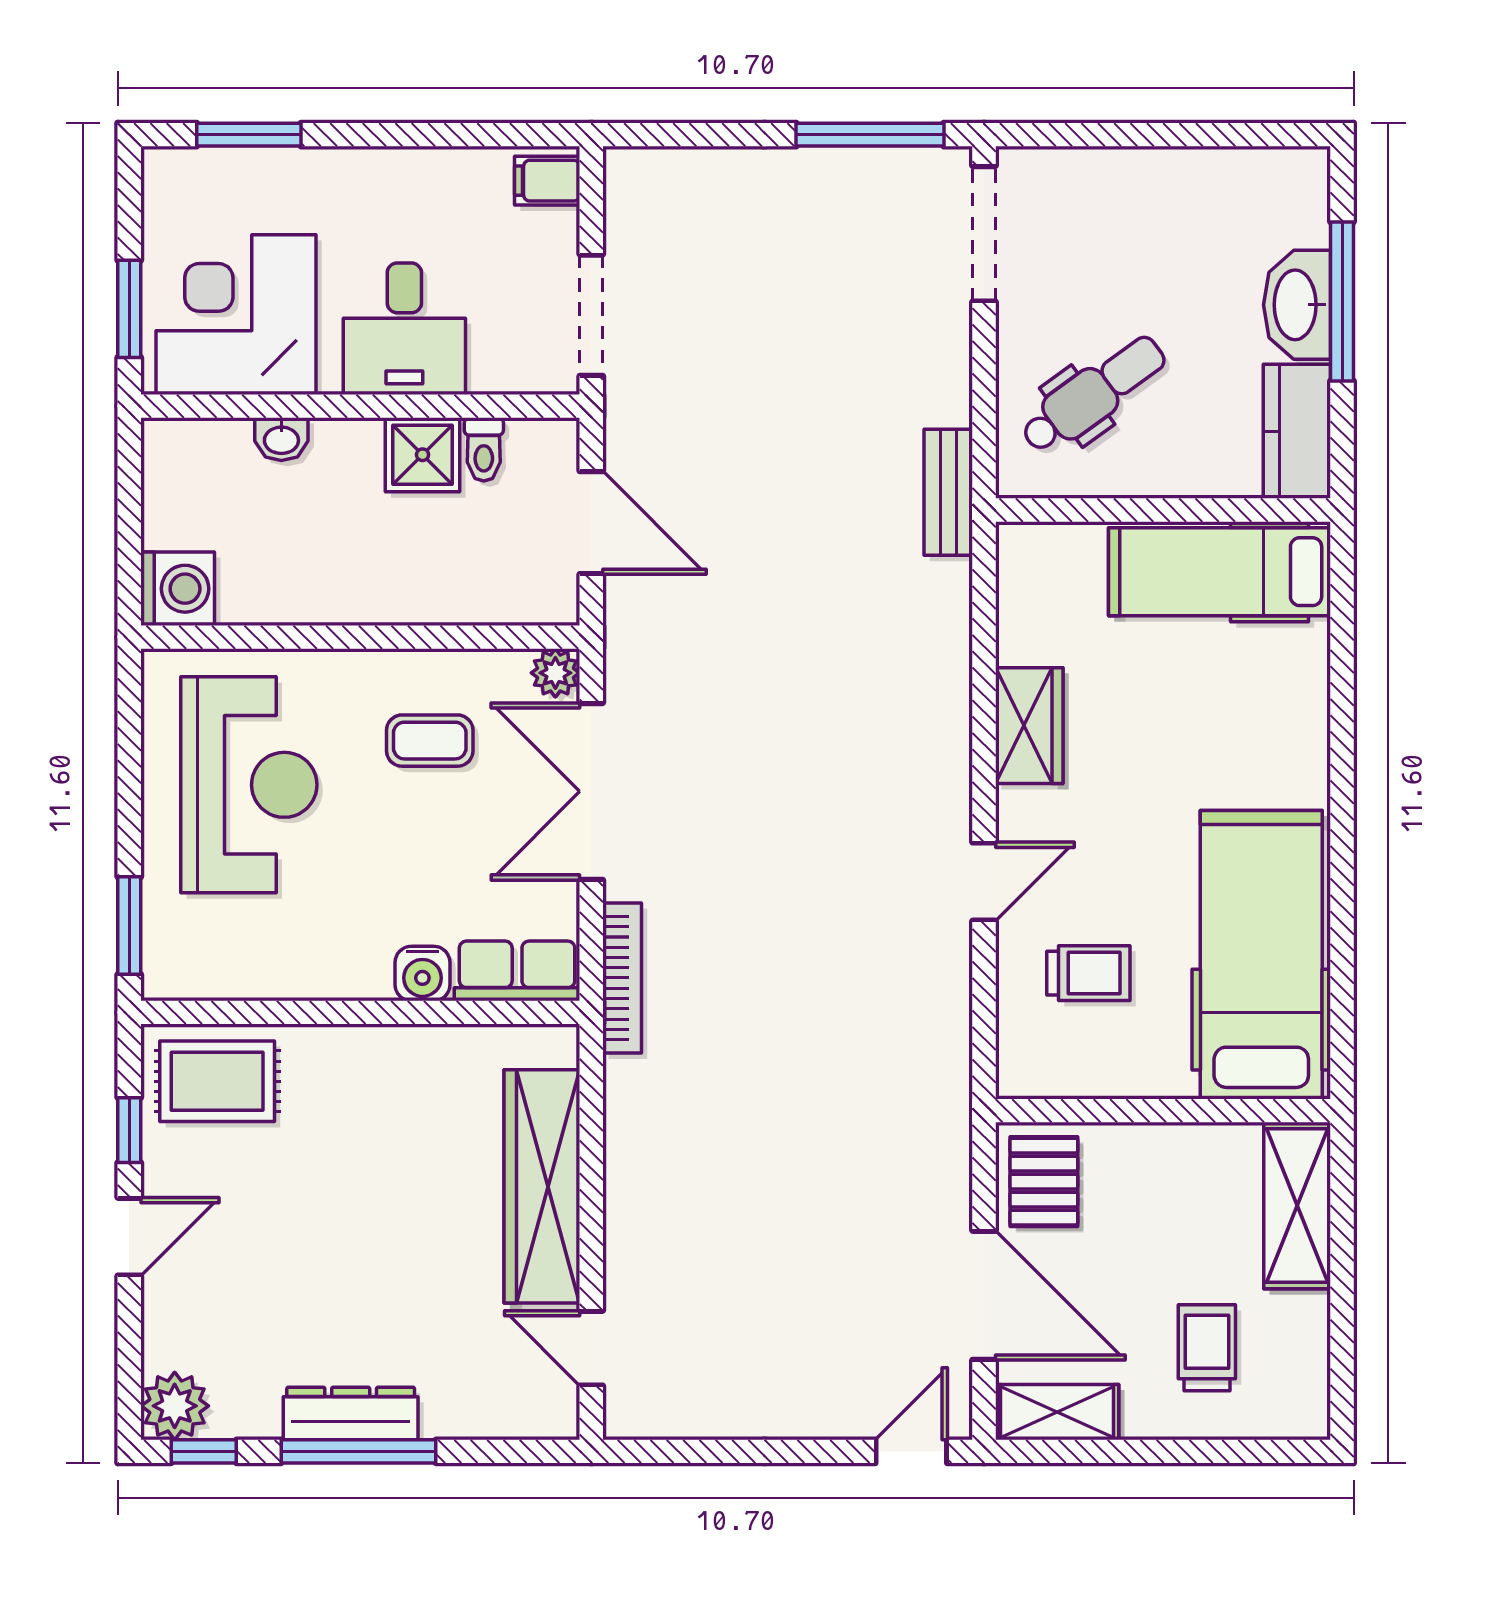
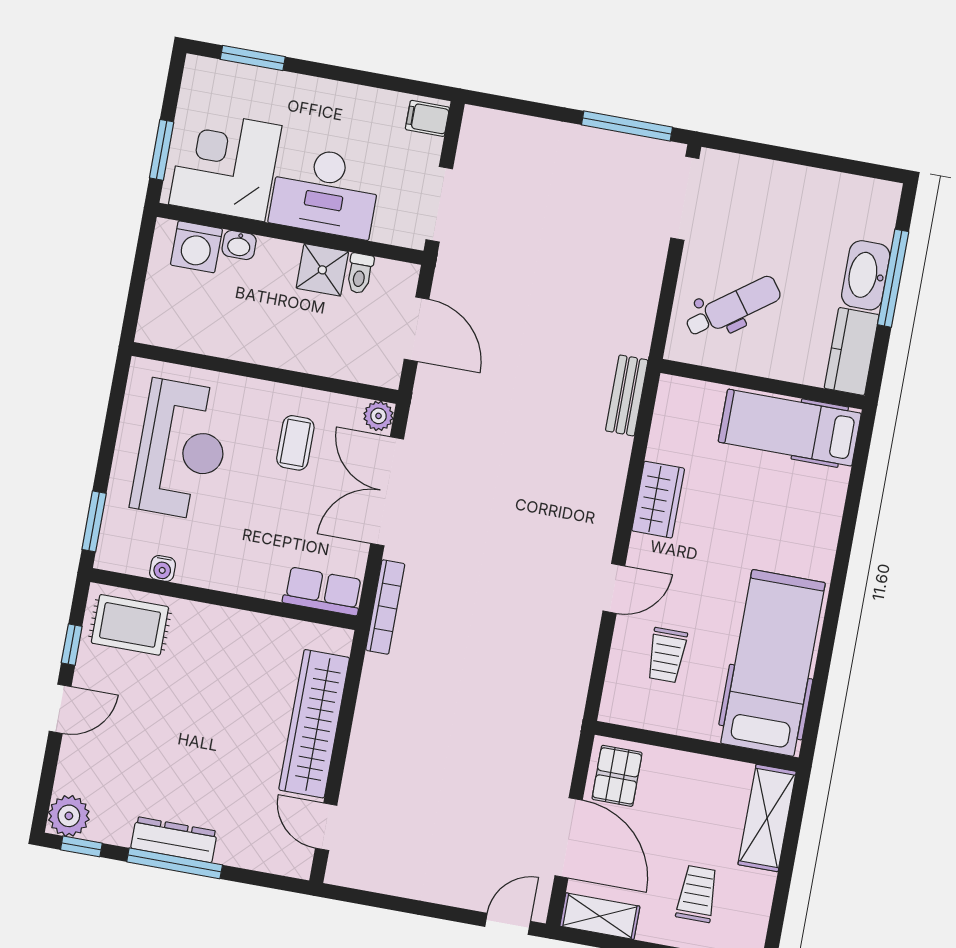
desk: (404, 329) -> (325, 192), width x1.37
bench: (948, 492) -> (627, 395), moved
washing machine: (178, 589) -> (196, 247), moved, turned 90
coffee table: (430, 741) -> (295, 443), turned 90
trolley: (1088, 973) -> (667, 655), turned 90
water cooler: (422, 974) -> (163, 568), moved, width x0.72, depth x0.72

